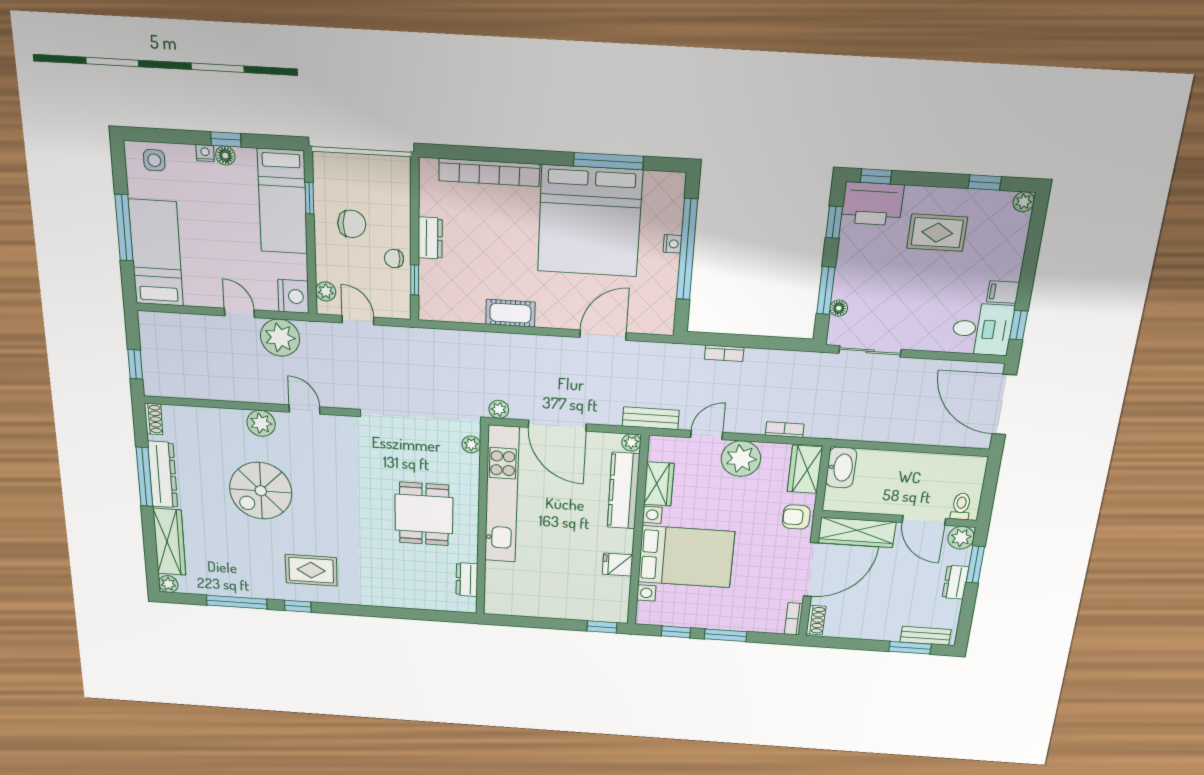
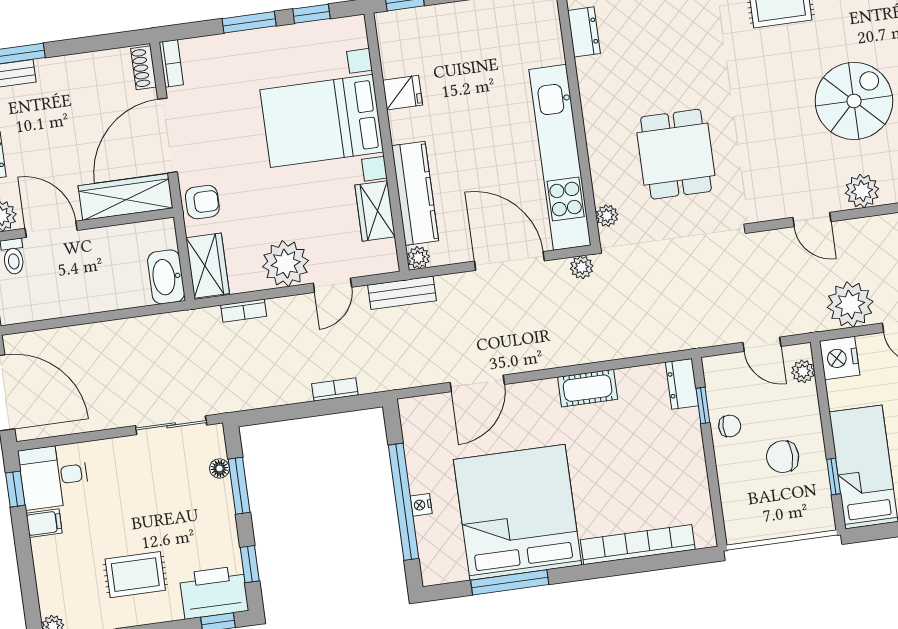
dresser: (430, 238) -> (682, 384), moved
dining table: (424, 514) -> (676, 154), moved

